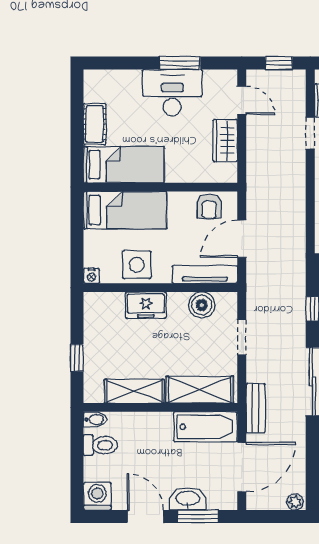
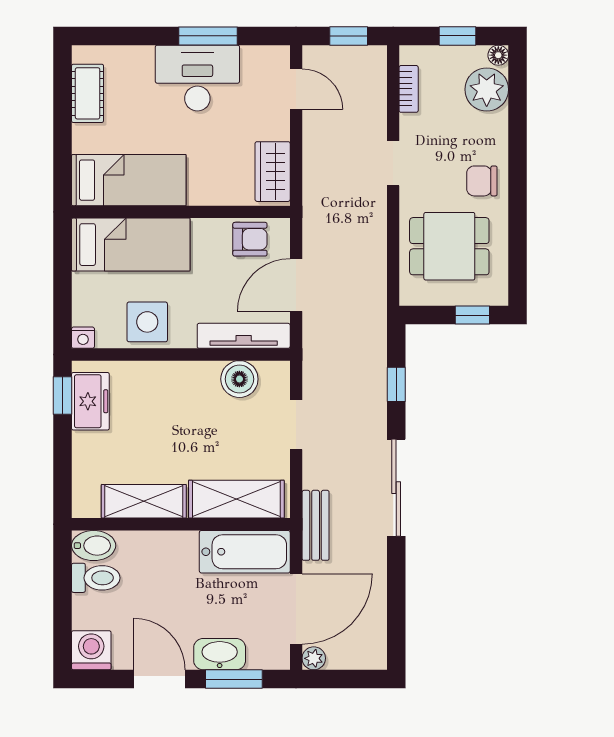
cot: (95, 124) -> (88, 93), moved
doorway: (310, 133) -> (393, 163), moved
wardrobe: (225, 141) -> (273, 172), moved
armchair: (209, 206) -> (250, 239), turned -90
freezer: (146, 305) -> (90, 401), moved, turned -90
window: (77, 358) -> (63, 396), moved
bidet: (95, 419) -> (94, 546), width x1.38, depth x1.36
plant: (295, 502) -> (314, 658), moved

